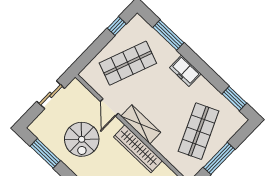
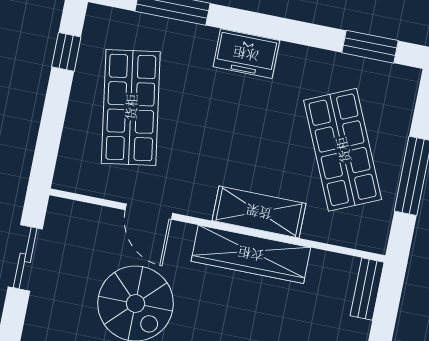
shop shelf: (128, 63) -> (131, 107), turned -30
shelving: (141, 124) -> (259, 212), moved

